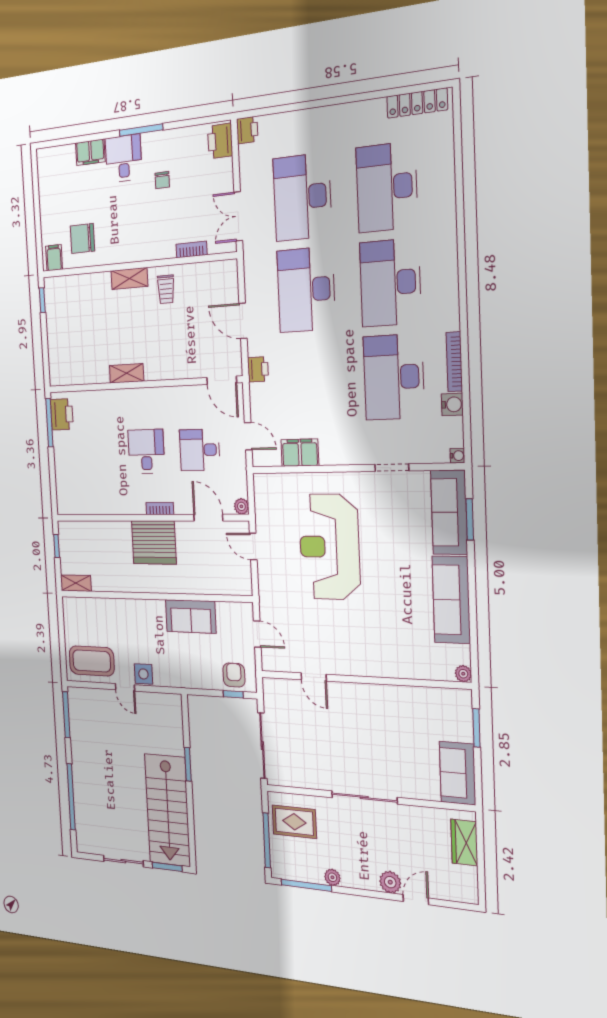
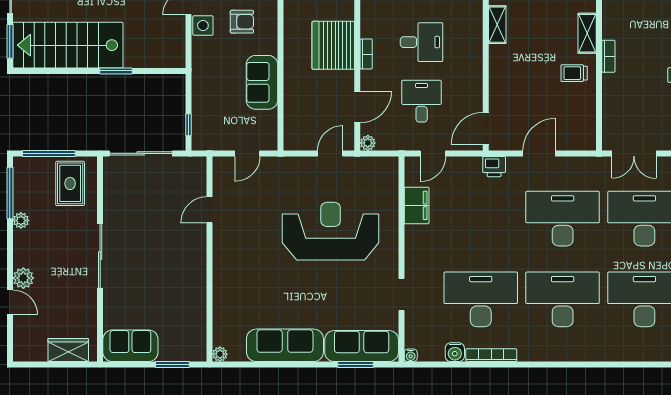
double door: (238, 216) -> (634, 153), swing flipped
bookcase: (192, 250) -> (608, 56), moved
armchair: (234, 675) -> (242, 22), moved

